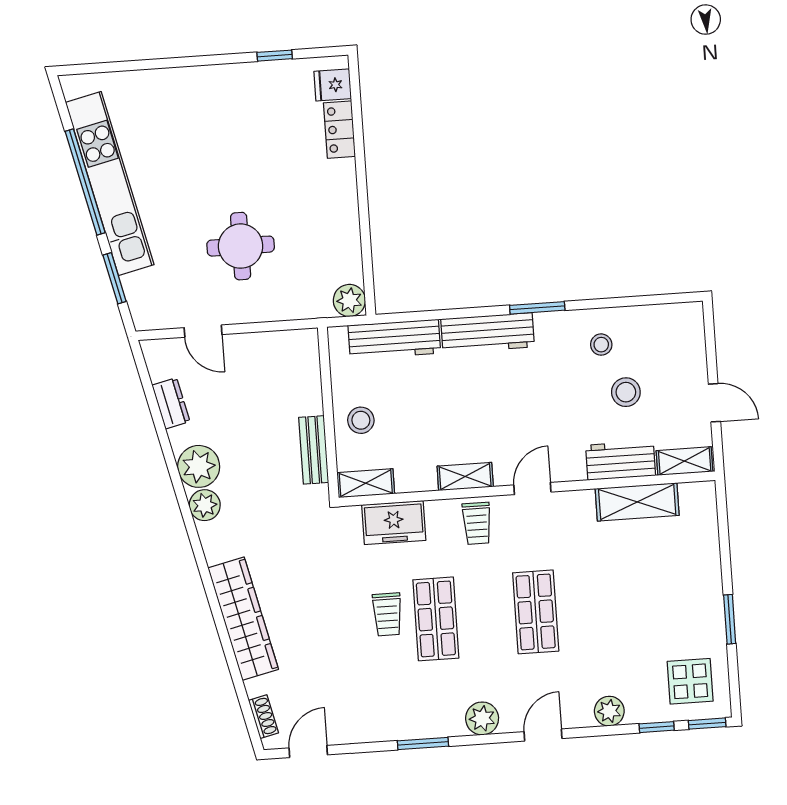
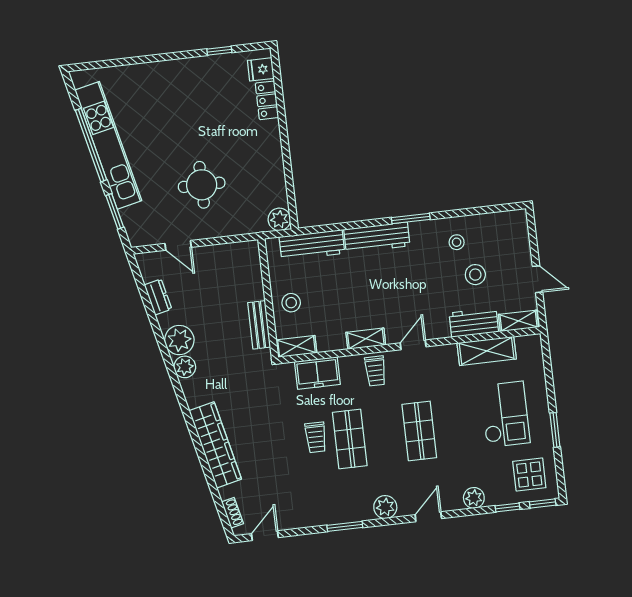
checkout: (659, 594) -> (505, 414), added

